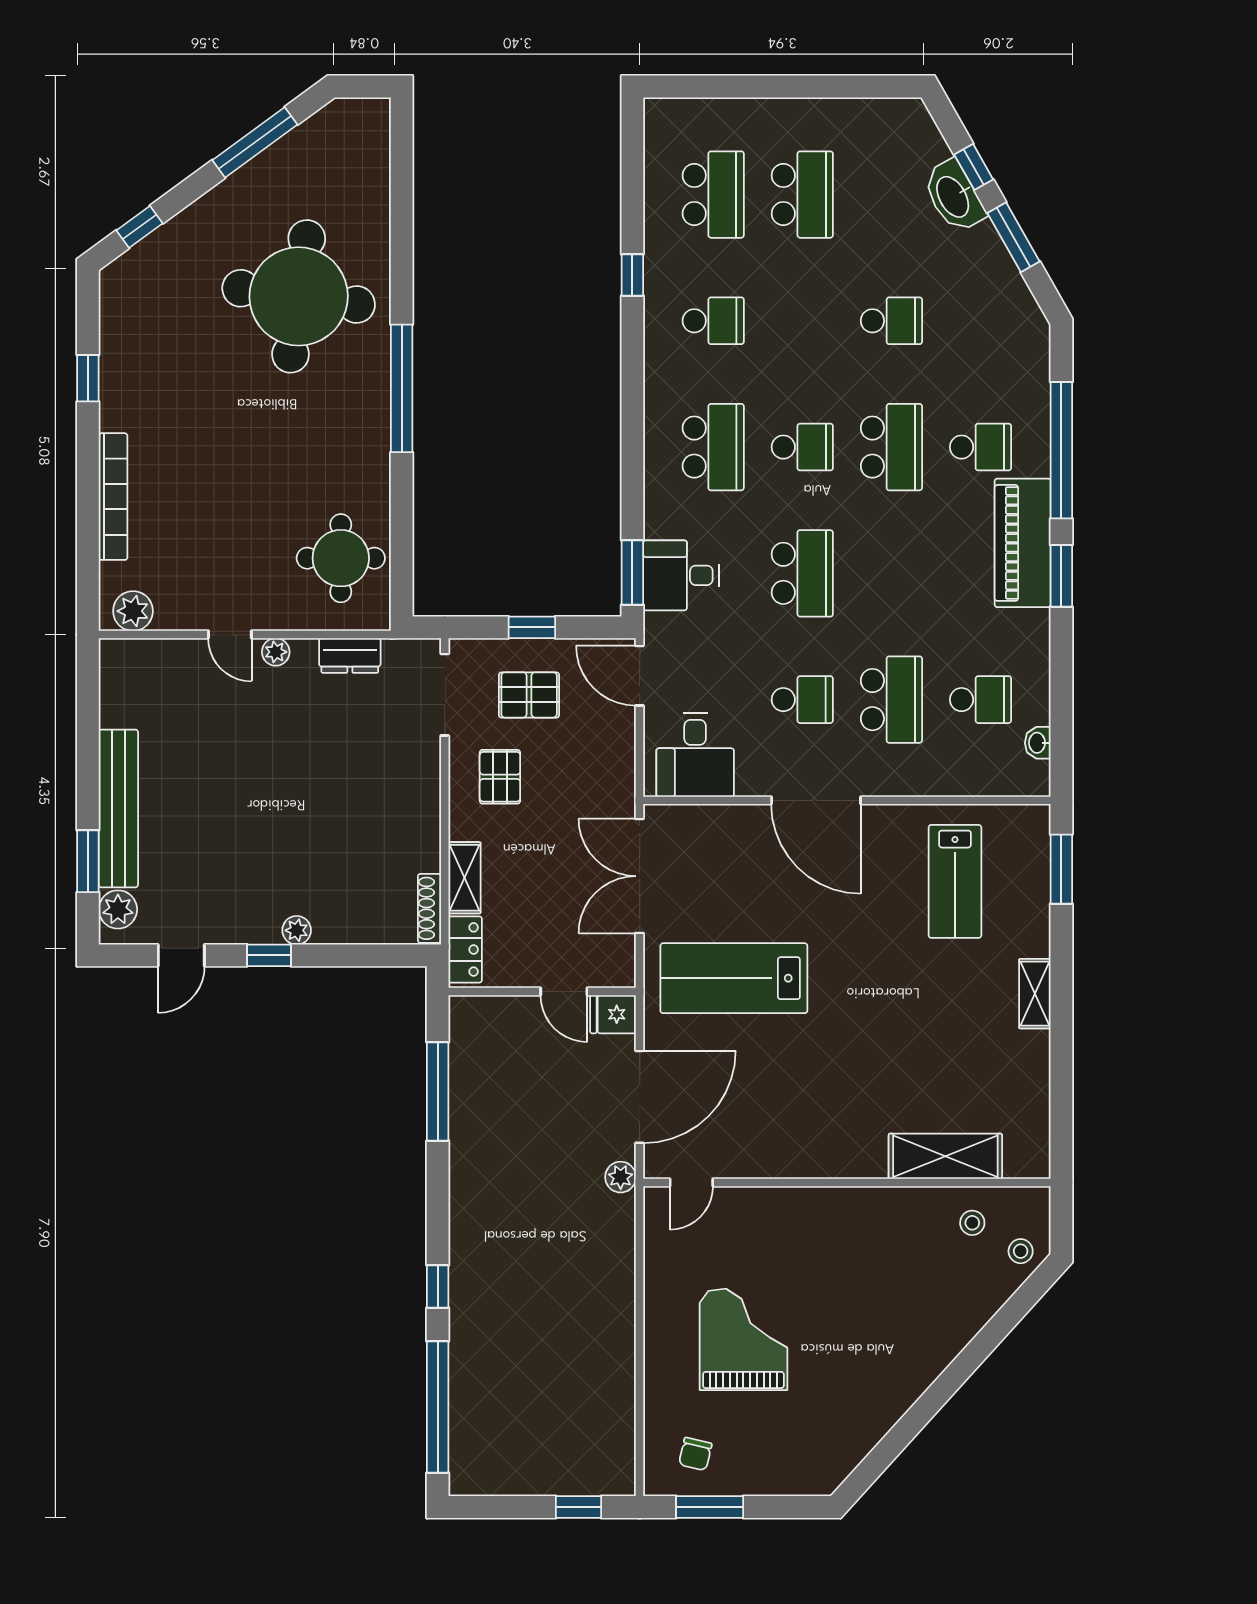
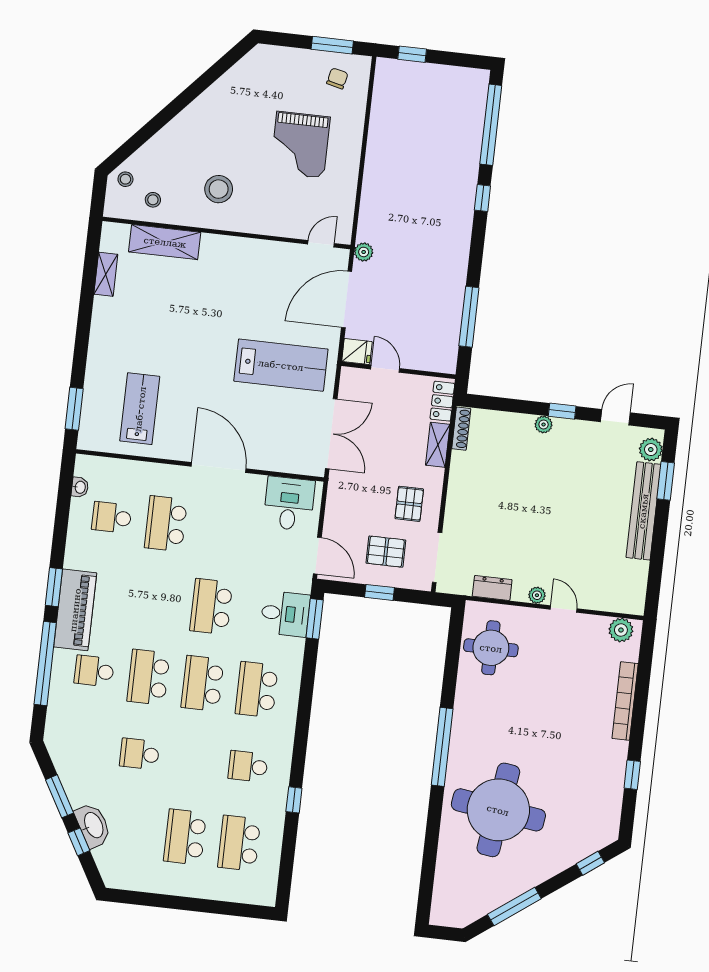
school desk: (802, 447) -> (202, 683), width x1.85
school desk: (802, 700) -> (220, 530), removed
shelving: (1035, 994) -> (106, 274), moved
stool: (868, 1252) -> (219, 189), added

